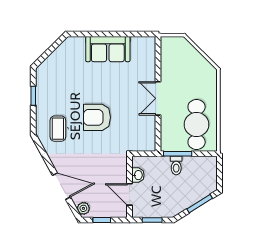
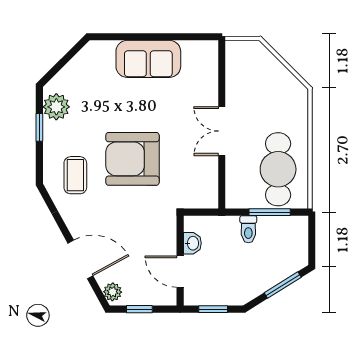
plant: (45, 82) -> (56, 107), added
armchair: (97, 117) -> (132, 159), width x1.36, depth x1.36
window: (178, 154) -> (270, 212), moved

